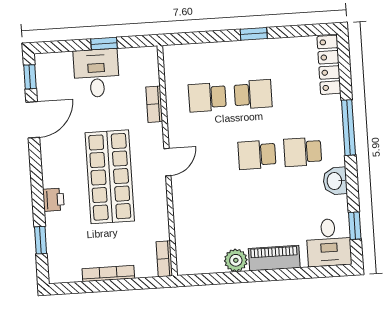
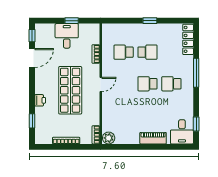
washbasin: (335, 181) -> (187, 100), removed
plant: (236, 260) -> (109, 138), moved

